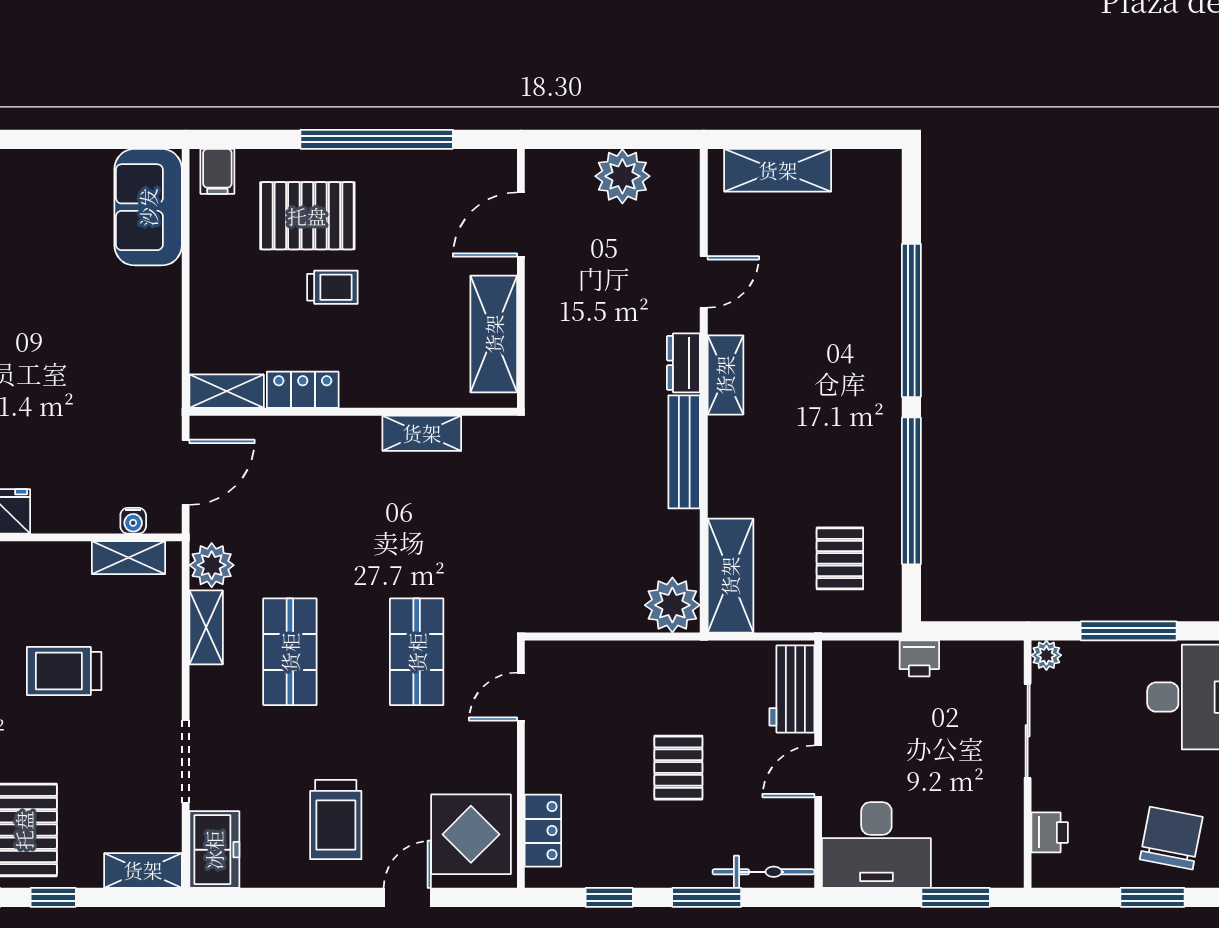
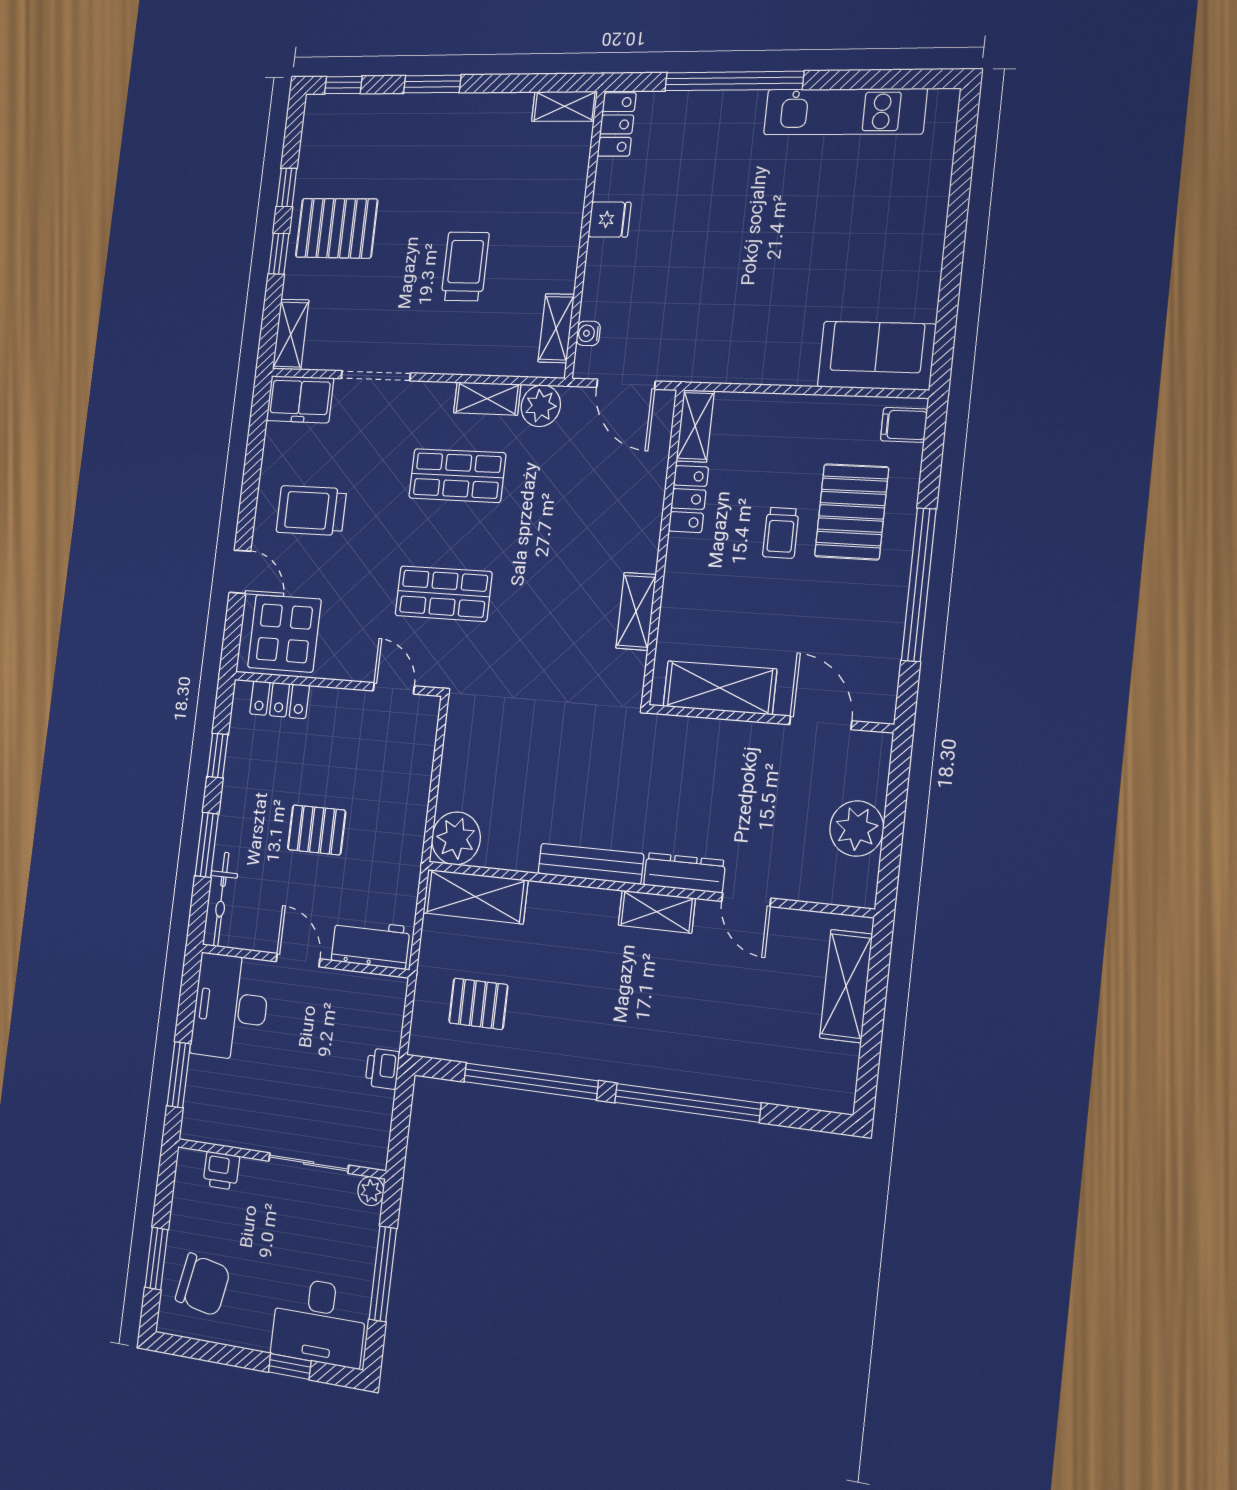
dresser: (683, 363) -> (684, 873), width x1.44

